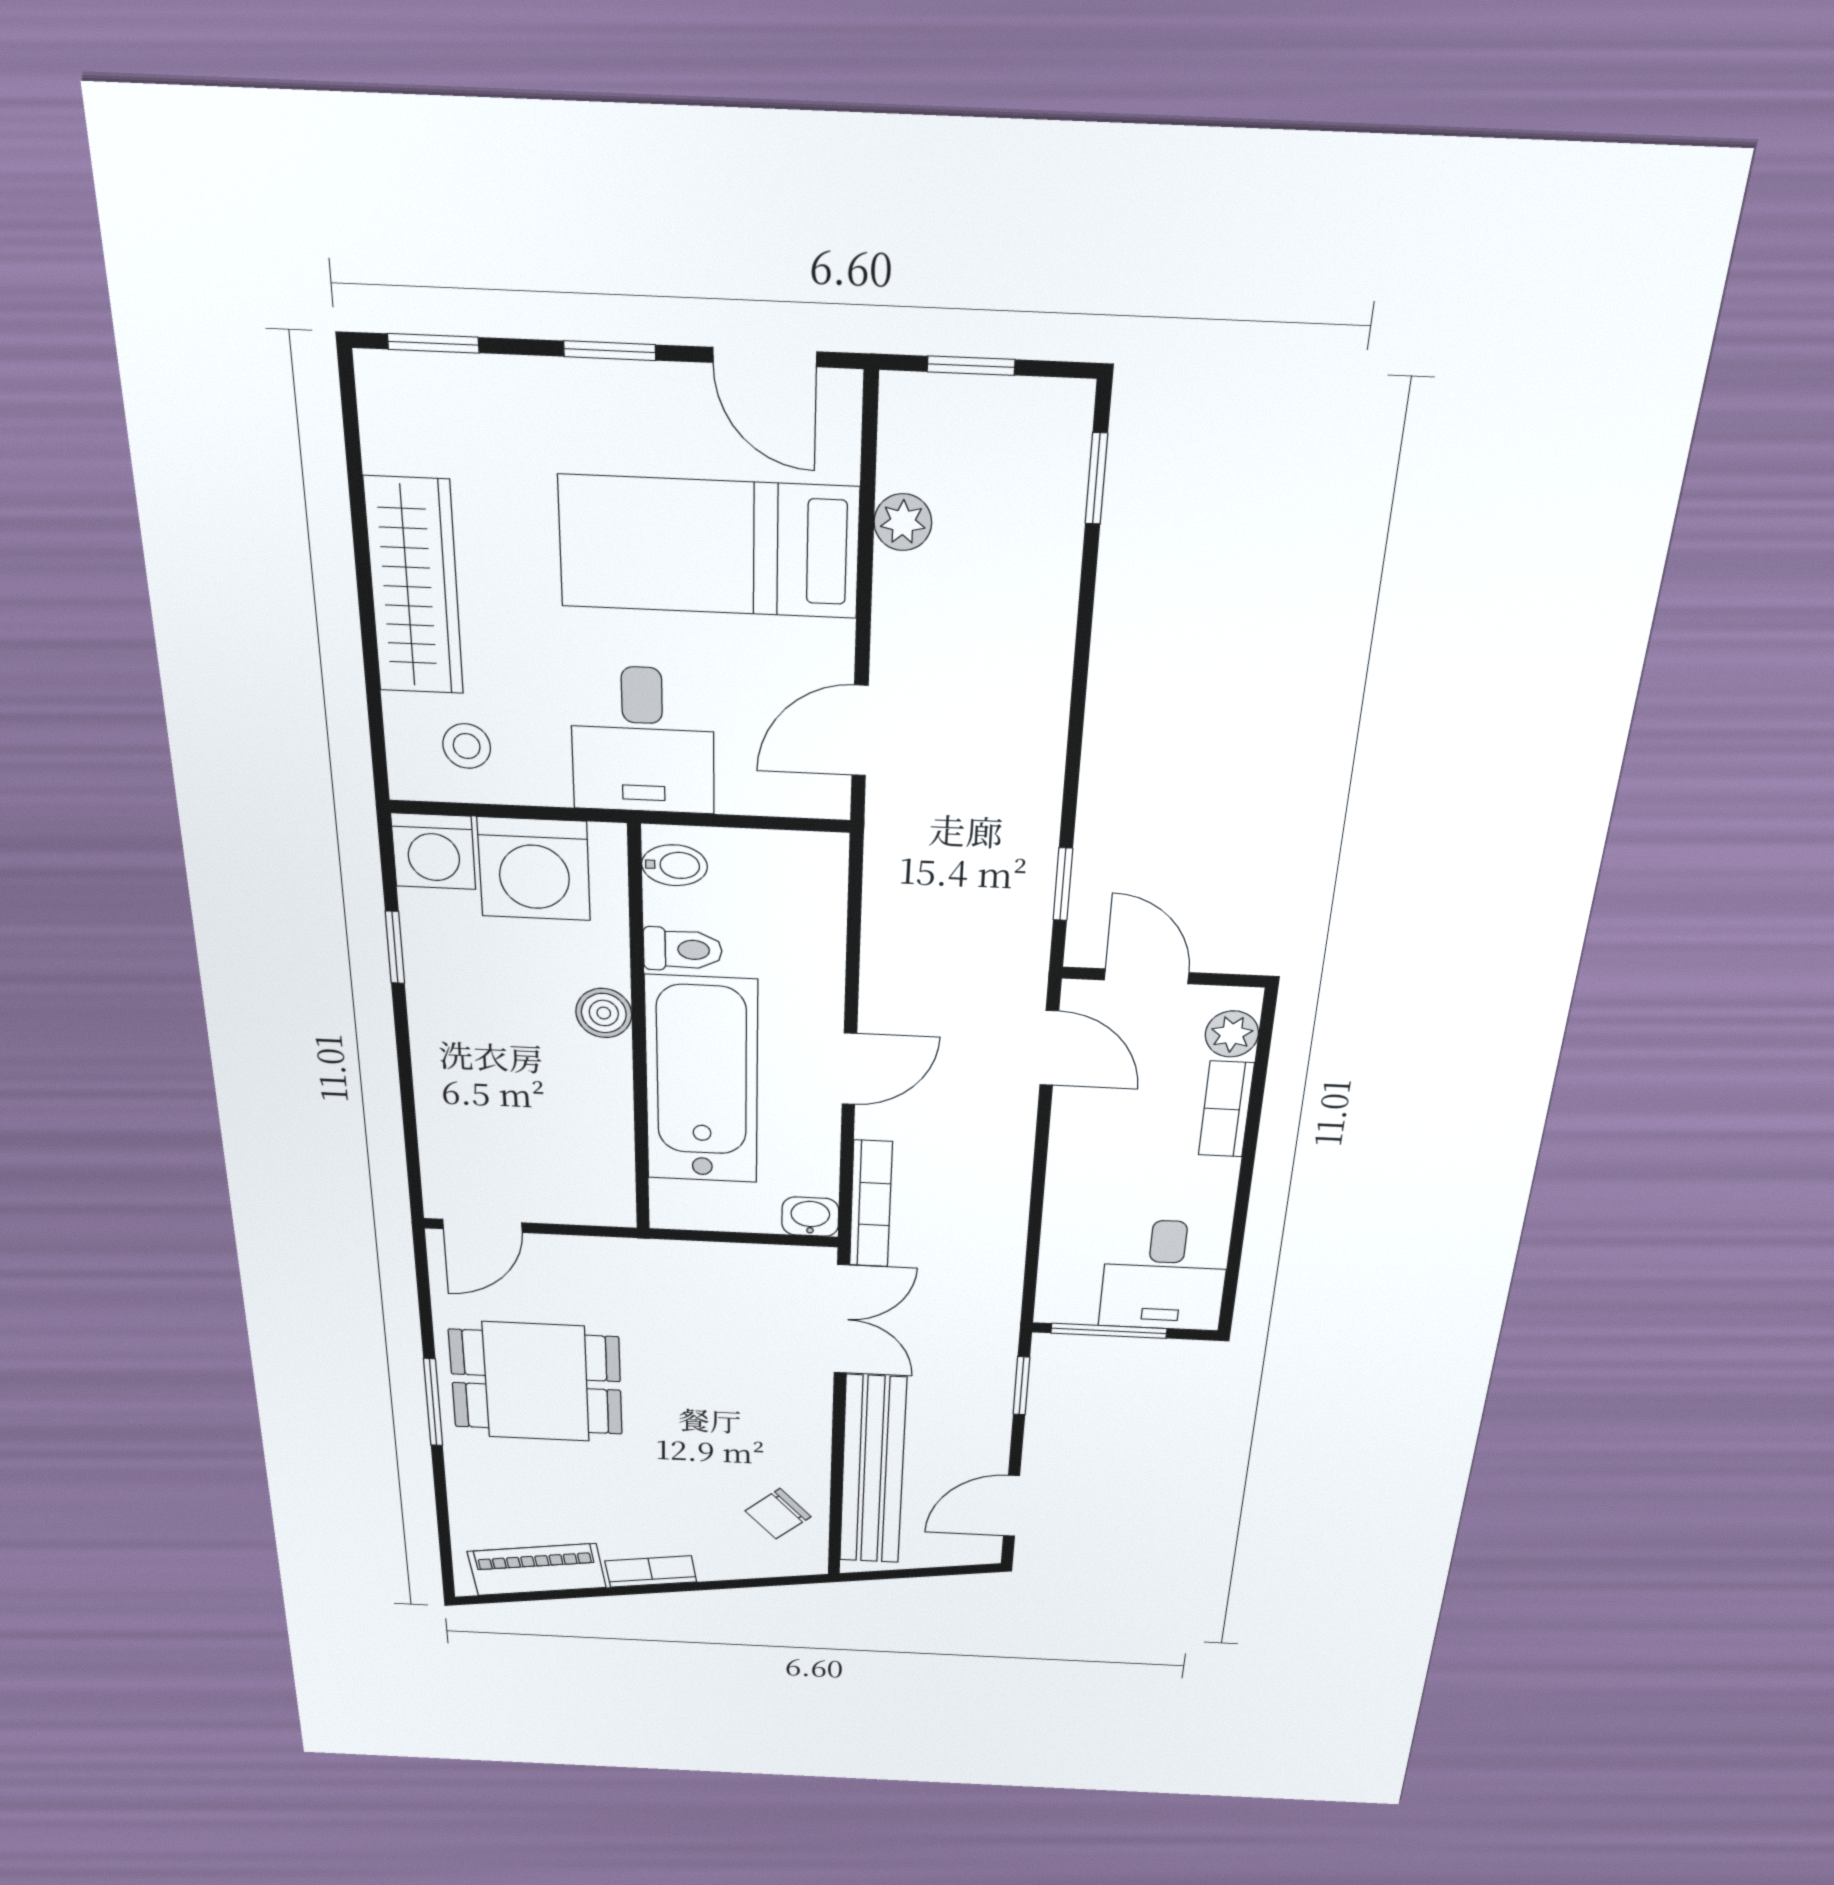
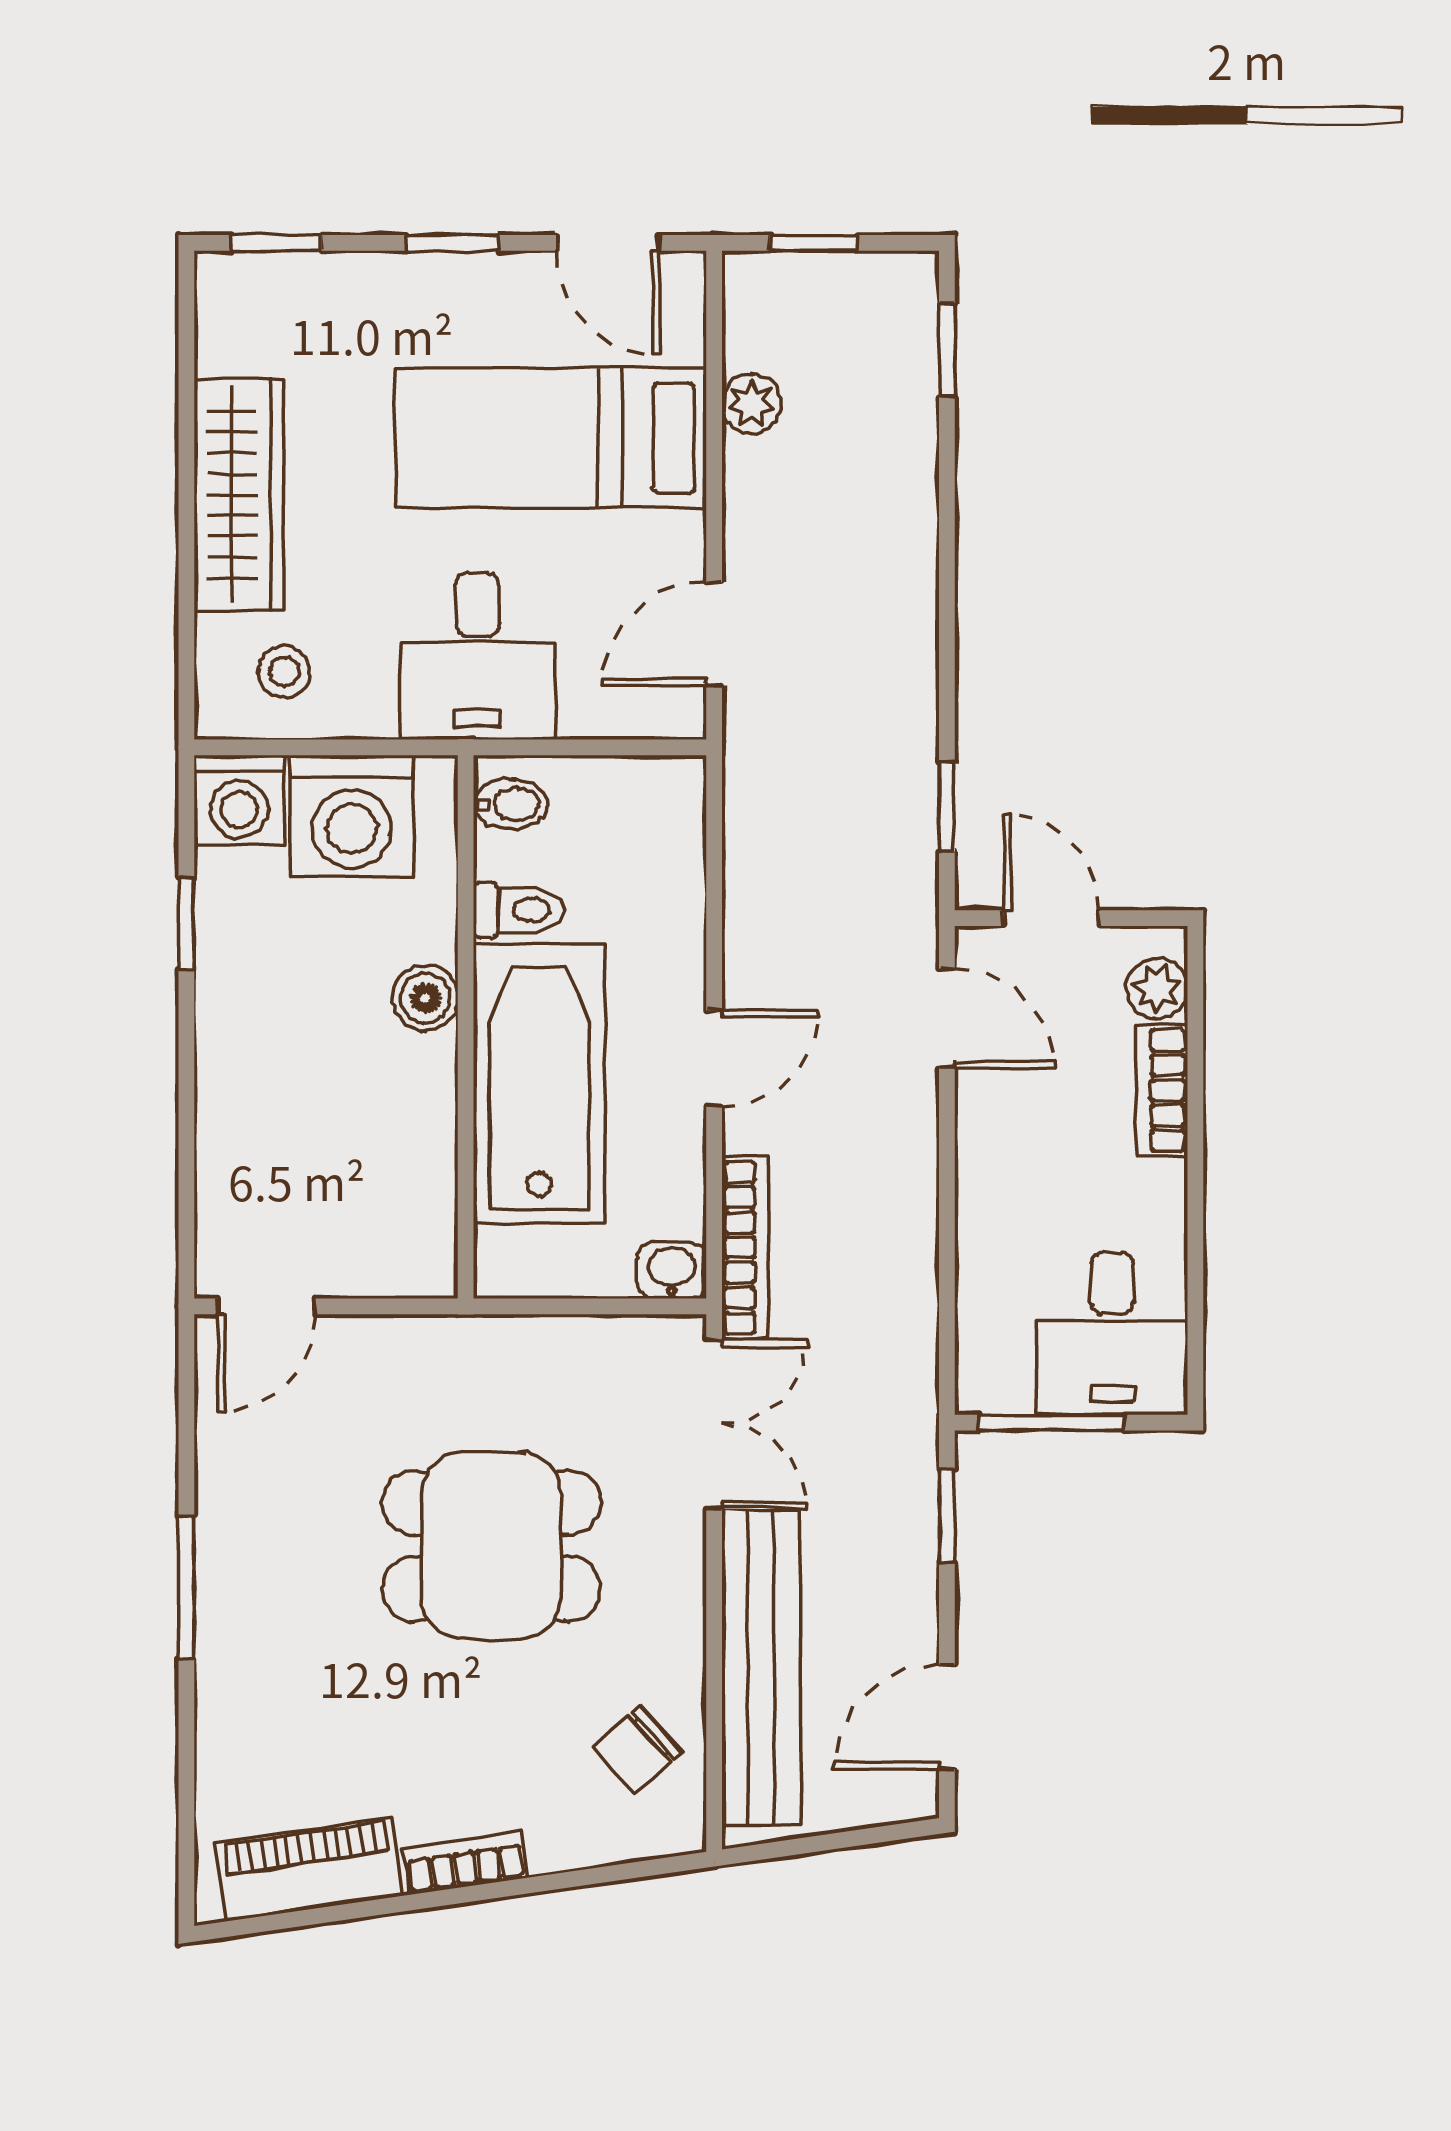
dining table: (536, 1382) -> (491, 1546), moved

